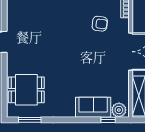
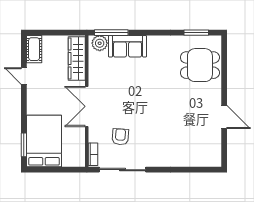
armchair: (100, 24) -> (120, 137), turned 87
window: (108, 120) -> (111, 33), width x2.17

